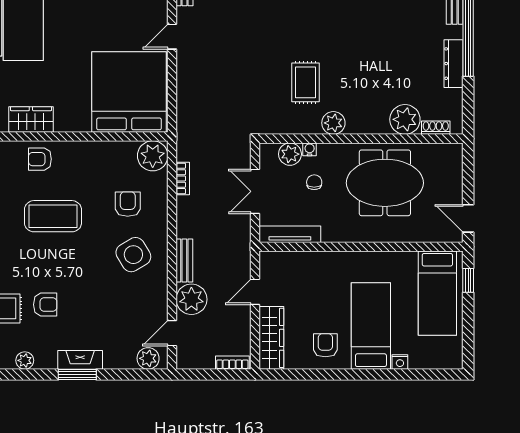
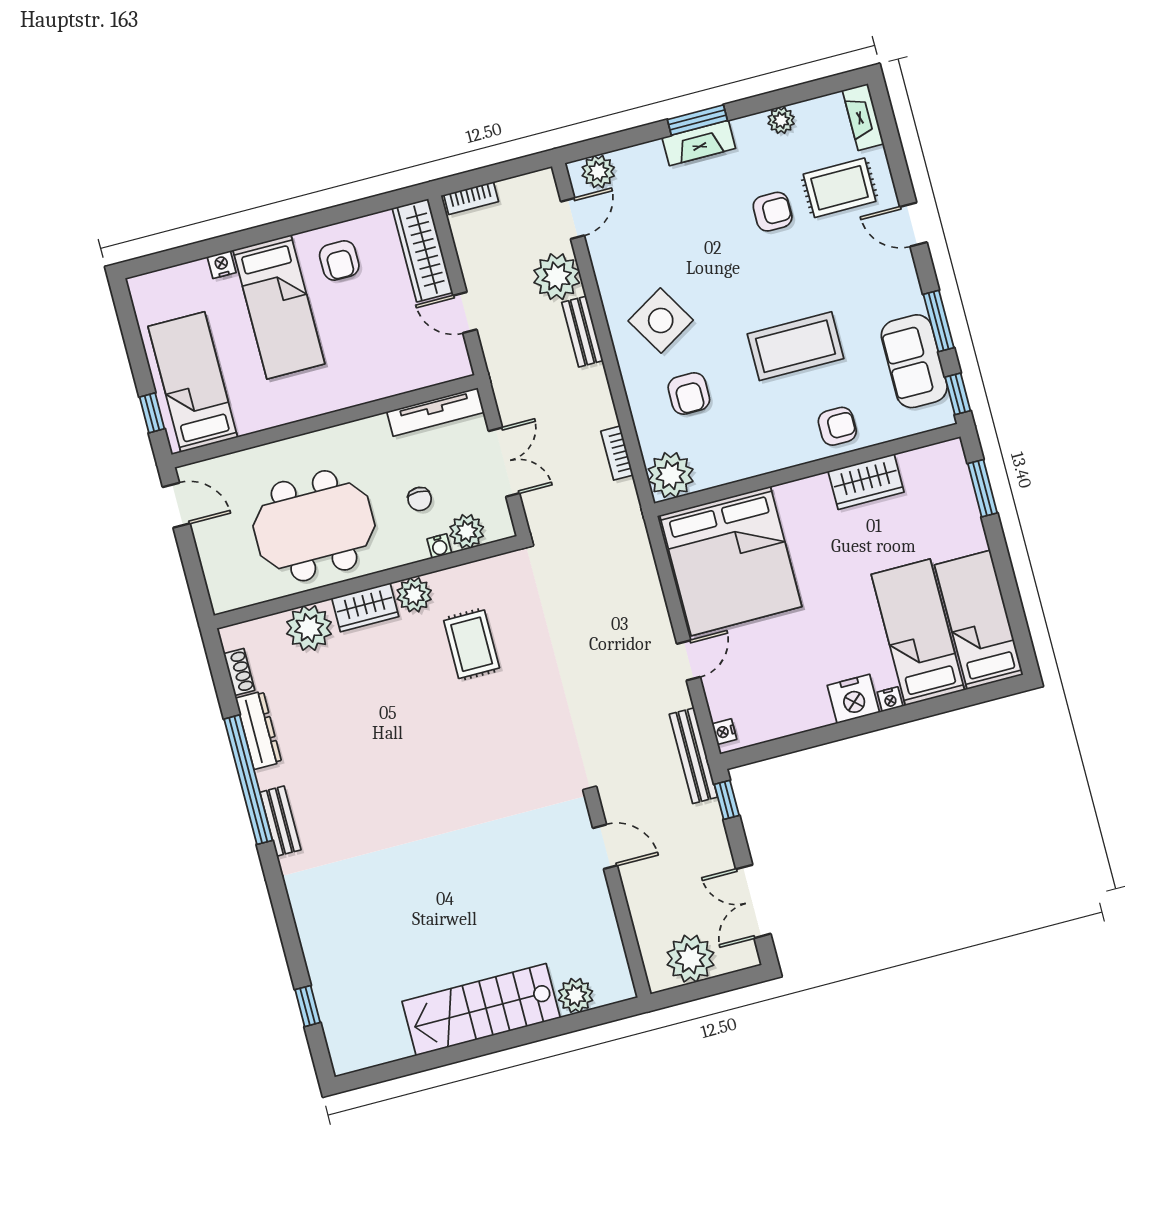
wardrobe: (366, 123) -> (365, 607), added
shoe rack: (436, 128) -> (239, 672), moved, turned -90
door: (255, 292) -> (465, 313), swing flipped
armchair: (45, 305) -> (773, 212), turned 180

